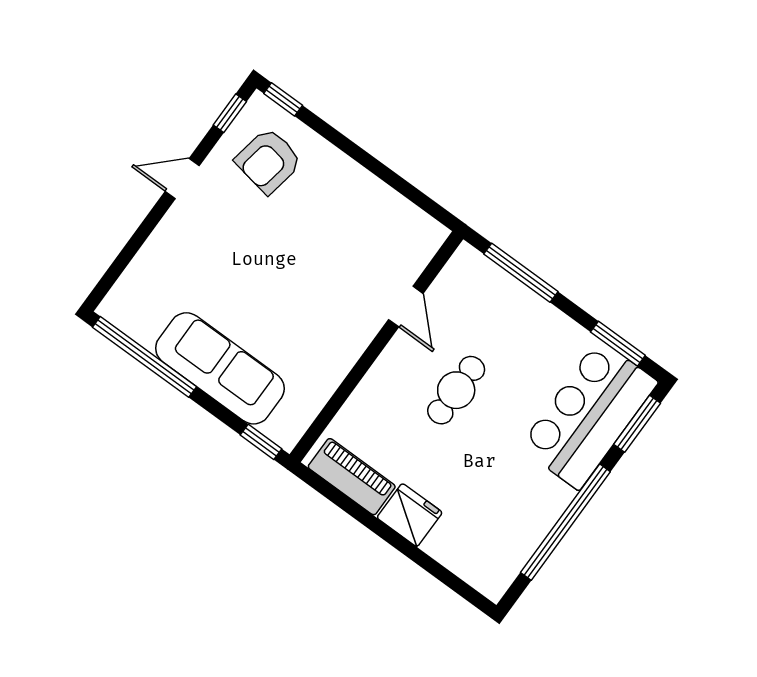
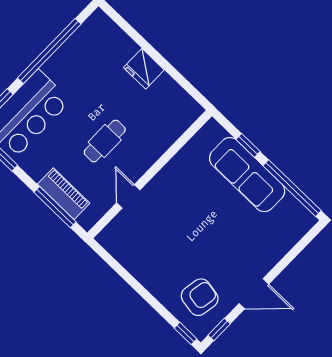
door: (182, 179) -> (254, 294), width x1.38
window: (261, 442) -> (248, 145), moved
piano: (352, 477) -> (64, 194), moved, turned 180

